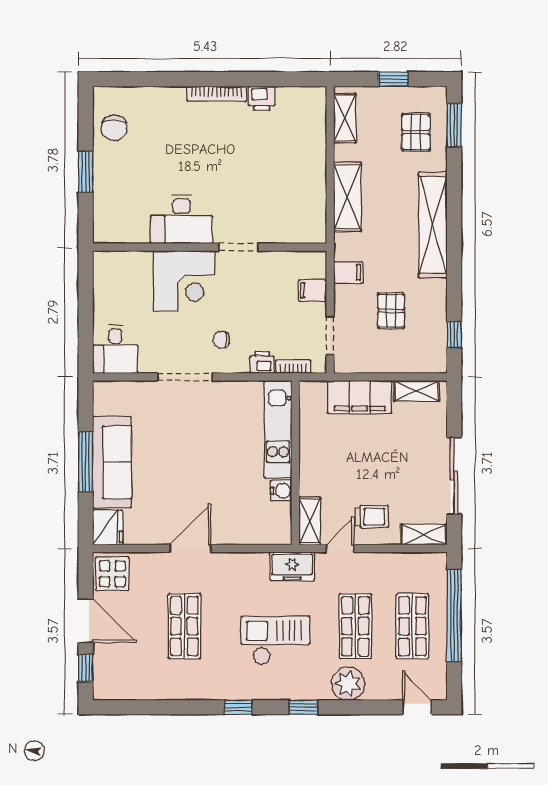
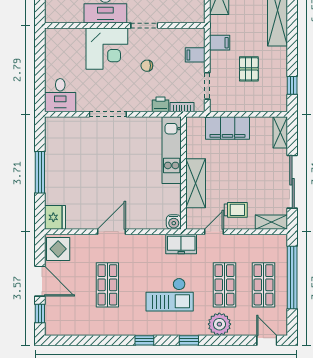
chair: (221, 340) -> (147, 66), moved
shelving: (416, 391) -> (280, 132), moved, turned 90
sofa: (112, 462) -> (58, 173), removed
water cooler: (281, 491) -> (174, 222), moved, turned 90
shelving: (310, 521) -> (196, 183), moved, width x1.50, depth x1.33
checkout: (275, 641) -> (170, 295), turned 180

